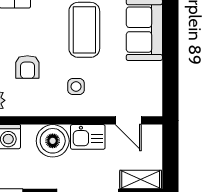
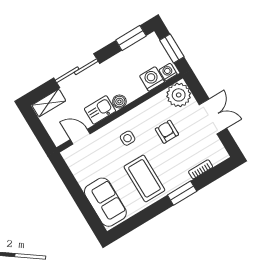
boiler: (53, 141) -> (119, 102), width x0.54, depth x0.54

